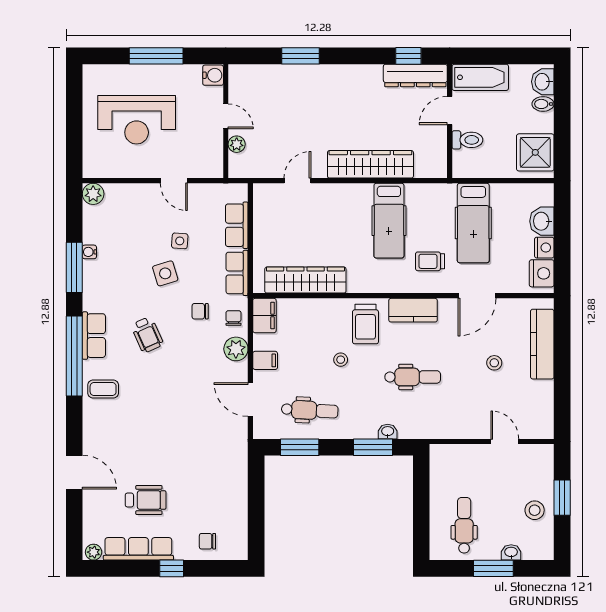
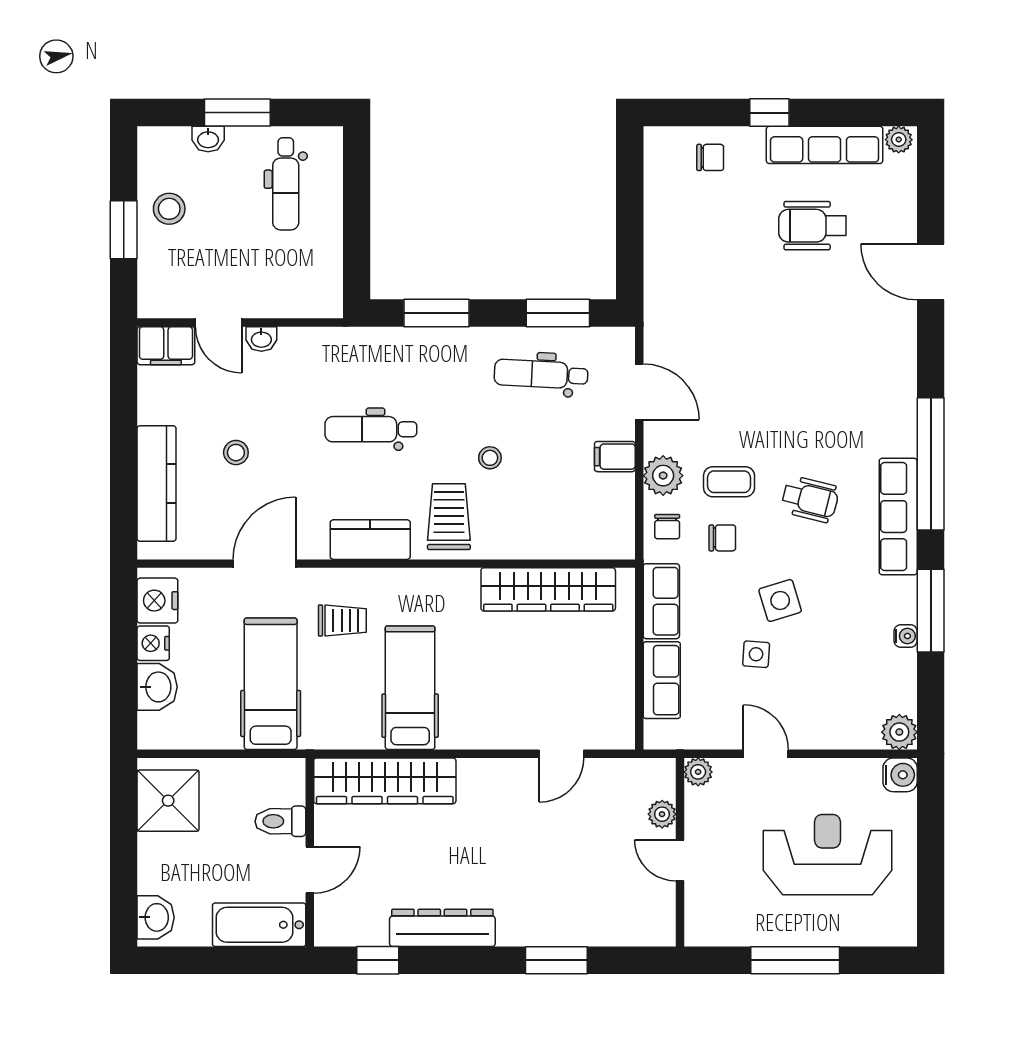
water cooler: (213, 75) -> (900, 775), moved, turned 180
dresser: (415, 75) -> (442, 928), moved
bidet: (543, 104) -> (155, 881), removed
wardrobe: (370, 164) -> (385, 781), moved
plant: (215, 170) -> (698, 772), added
filing cabinet: (264, 316) -> (166, 346), moved, turned -90
wheelchair: (147, 335) -> (810, 499), turned 128
row of seats: (94, 336) -> (898, 517), width x1.48
coffee table: (103, 389) -> (729, 482), moved
washbasin: (388, 432) -> (261, 339), moved

